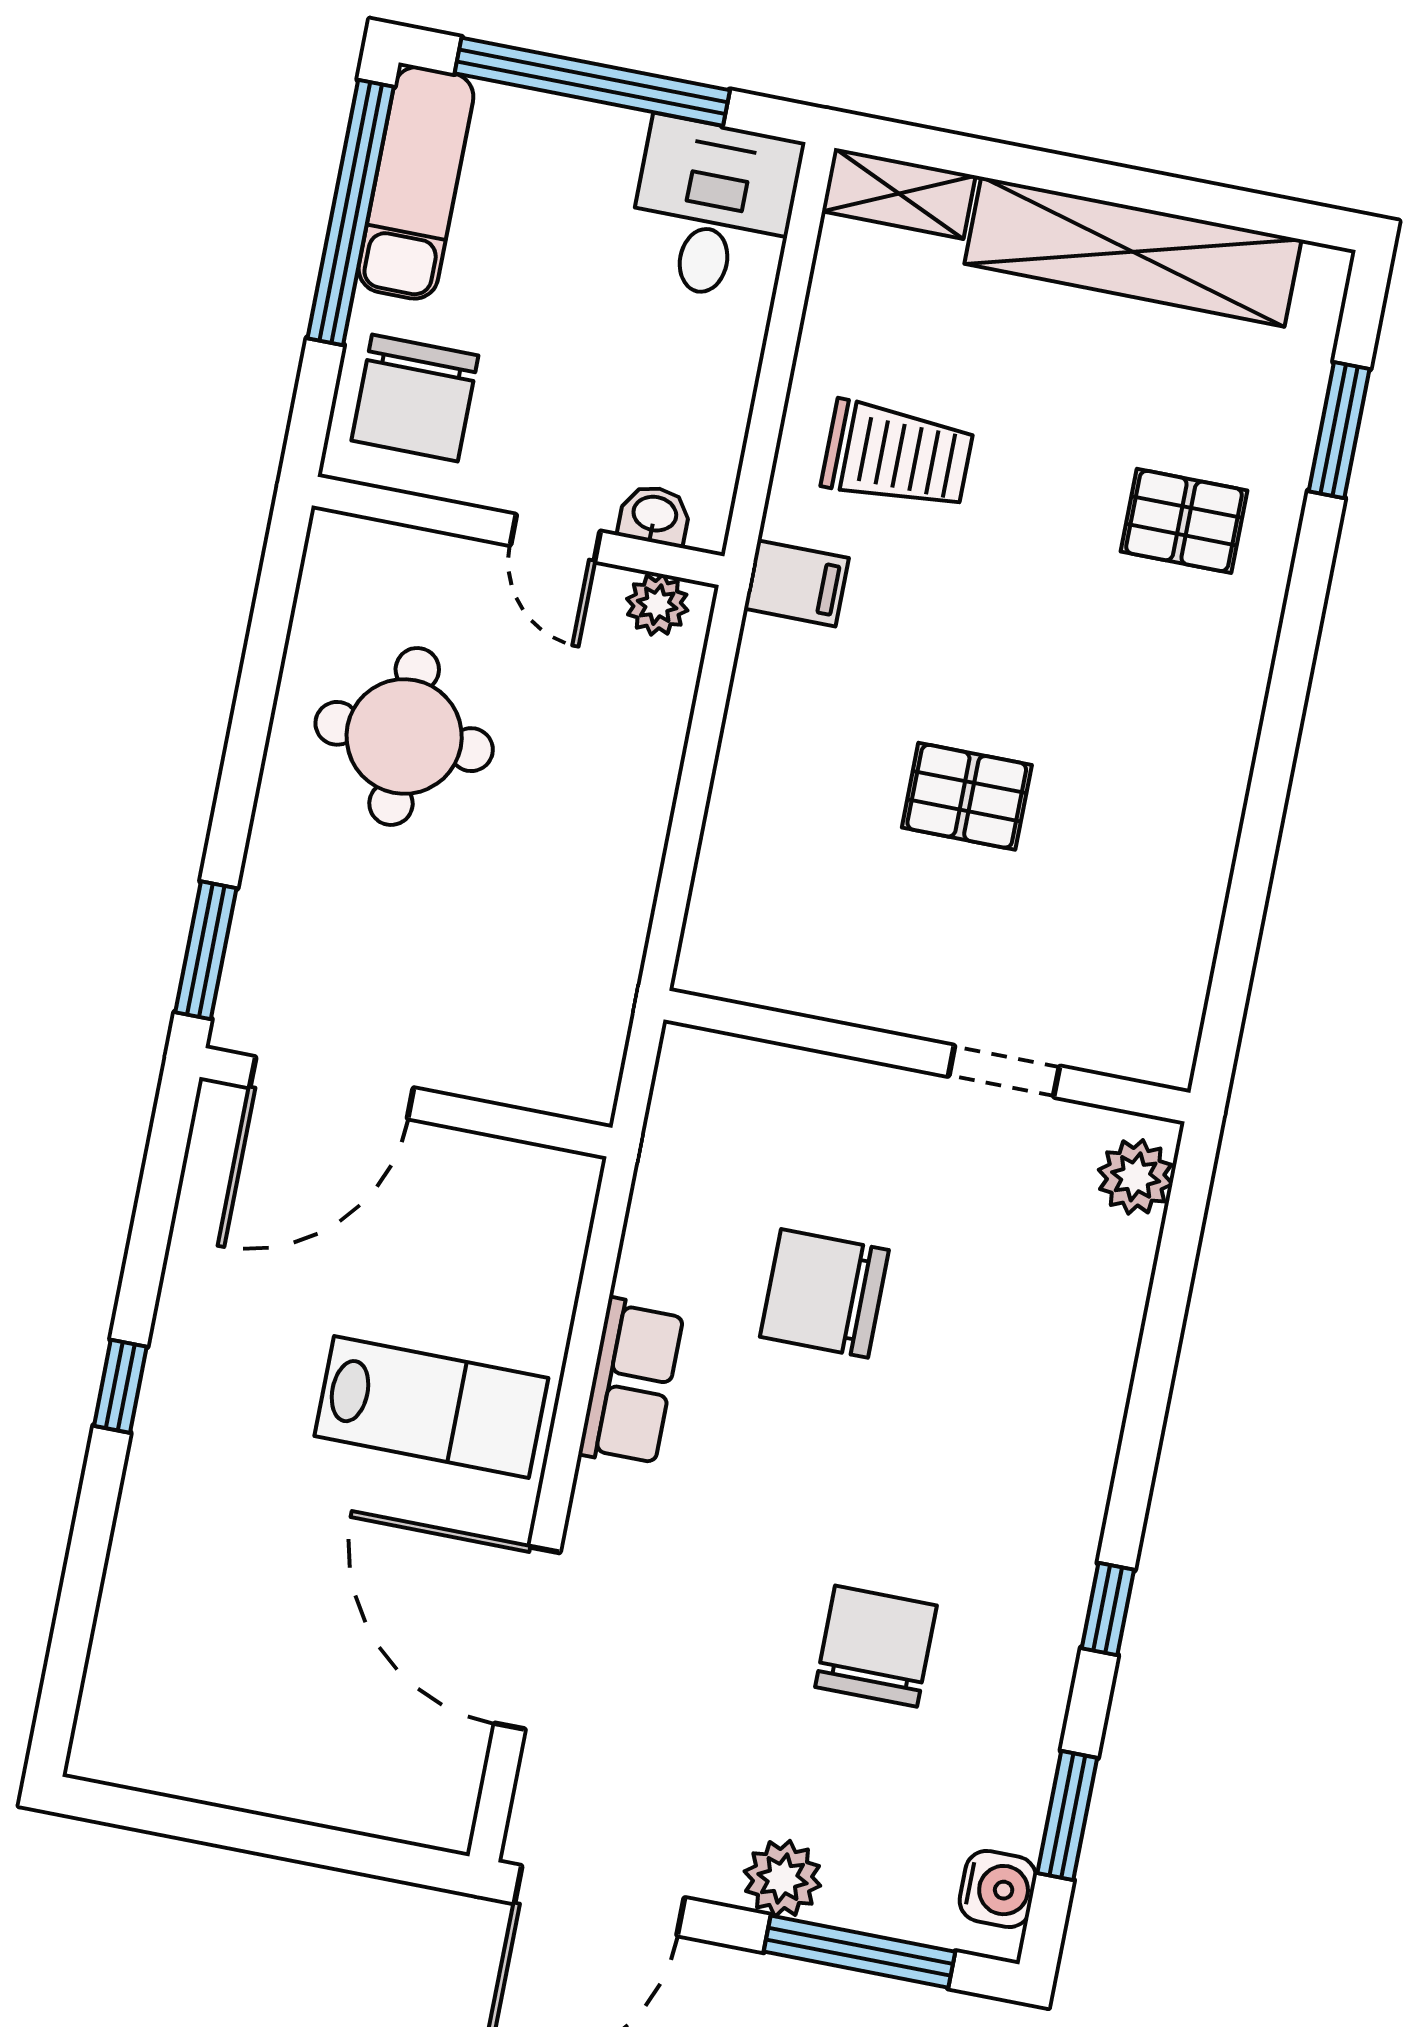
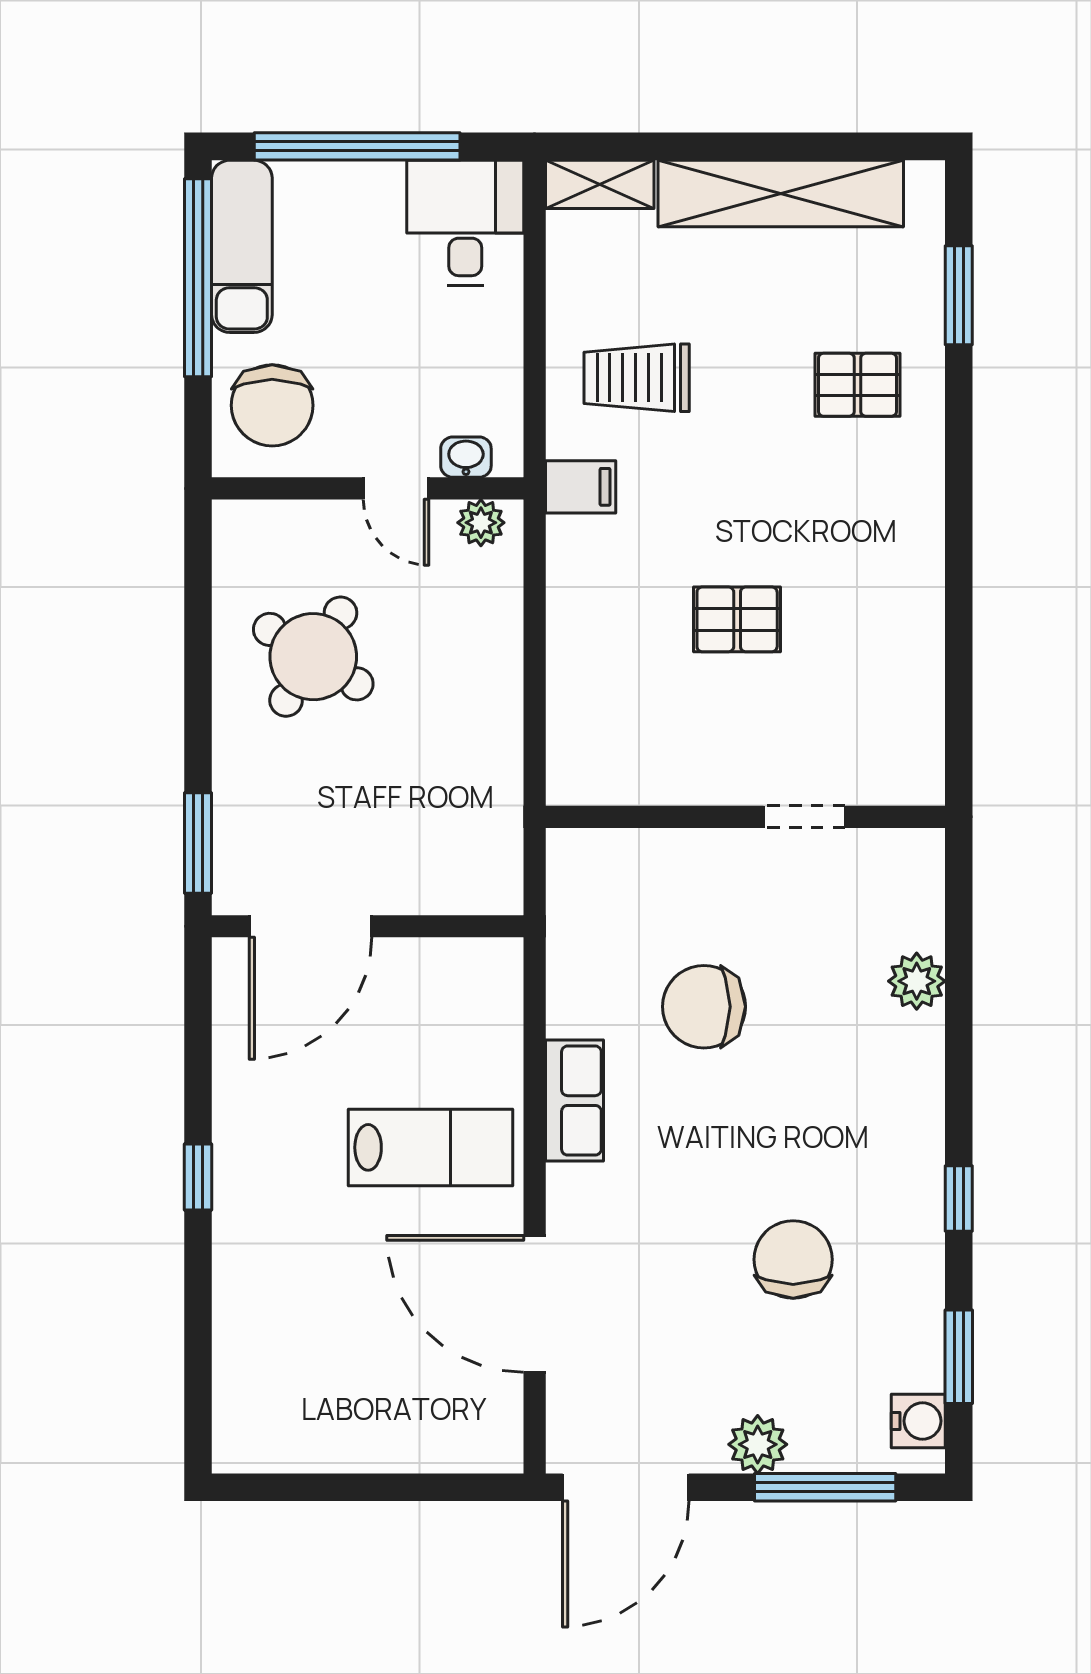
trolley: (898, 455) -> (637, 378), turned 180
round table: (404, 736) -> (313, 657), turned 32
plant: (1136, 1177) -> (917, 981), moved

